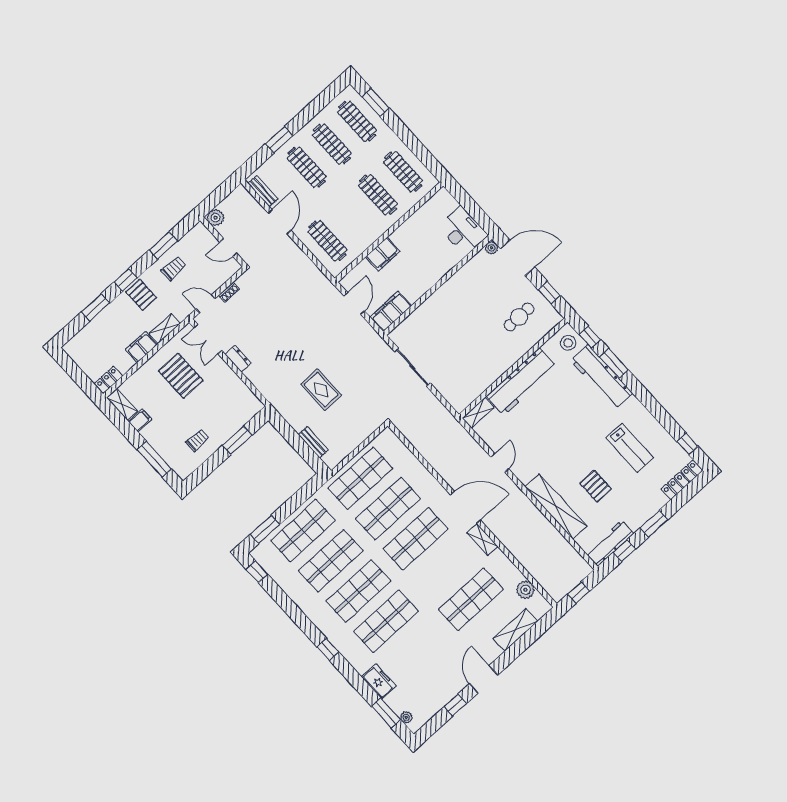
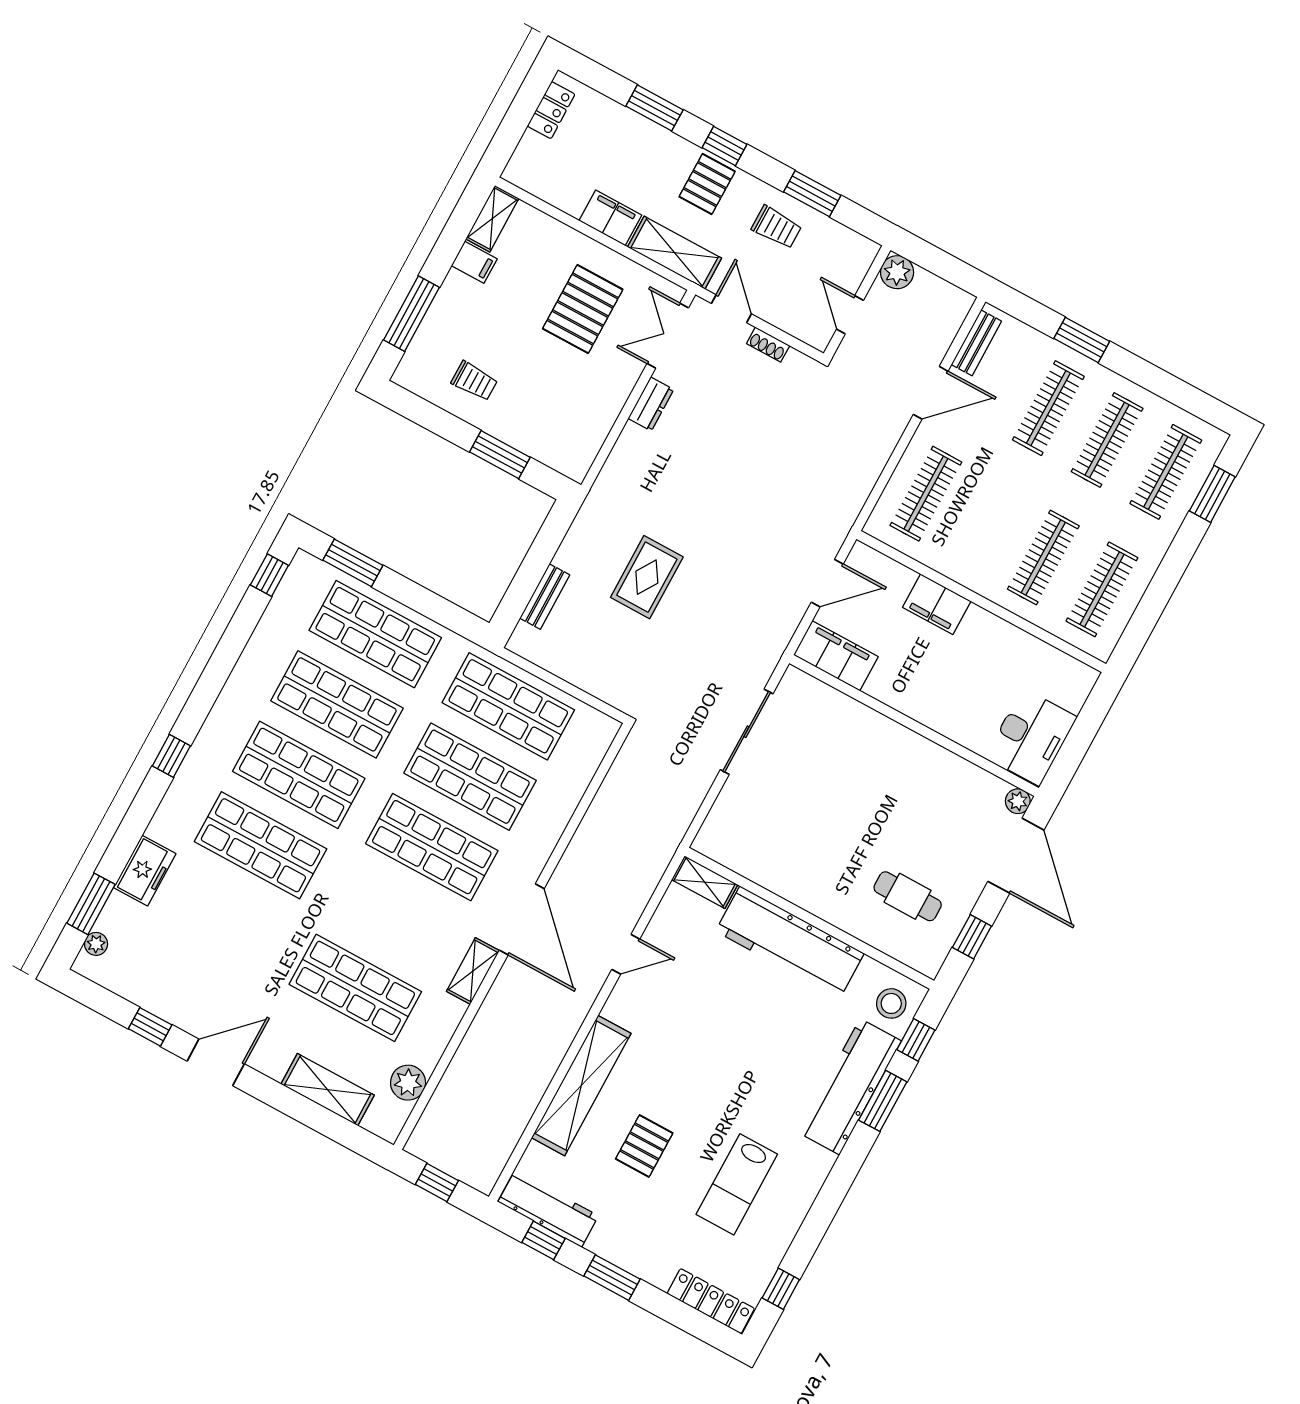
shelving: (165, 329) -> (674, 253), width x1.50, depth x1.33
locker: (109, 380) -> (551, 110), moved, turned 90

